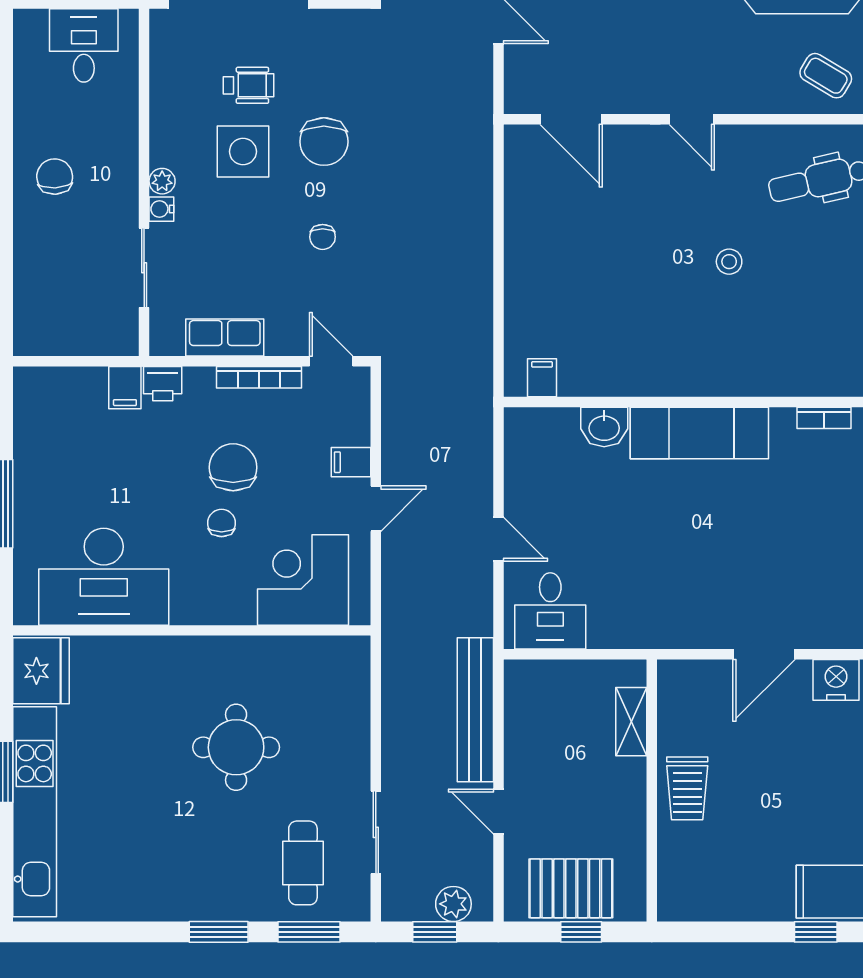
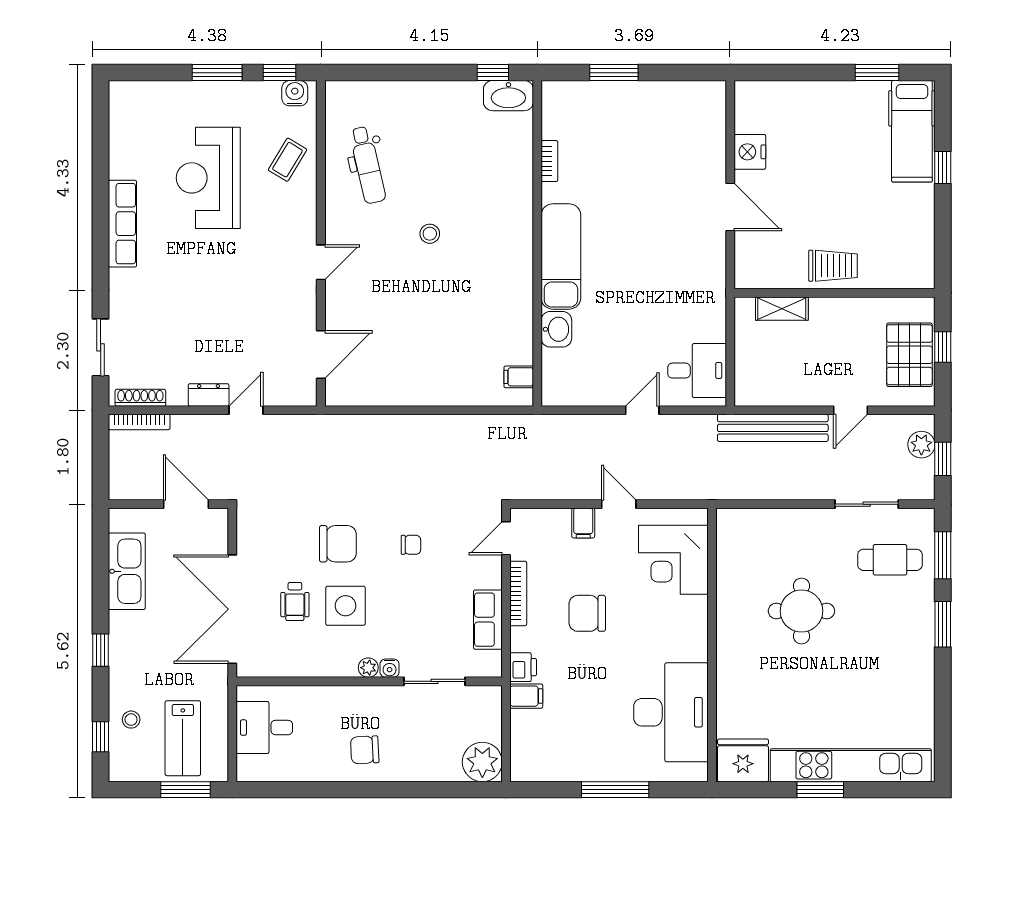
wheelchair: (248, 85) -> (295, 602), turned 180
plant: (39, 330) -> (482, 762), added
chair: (222, 523) -> (630, 622), removed

